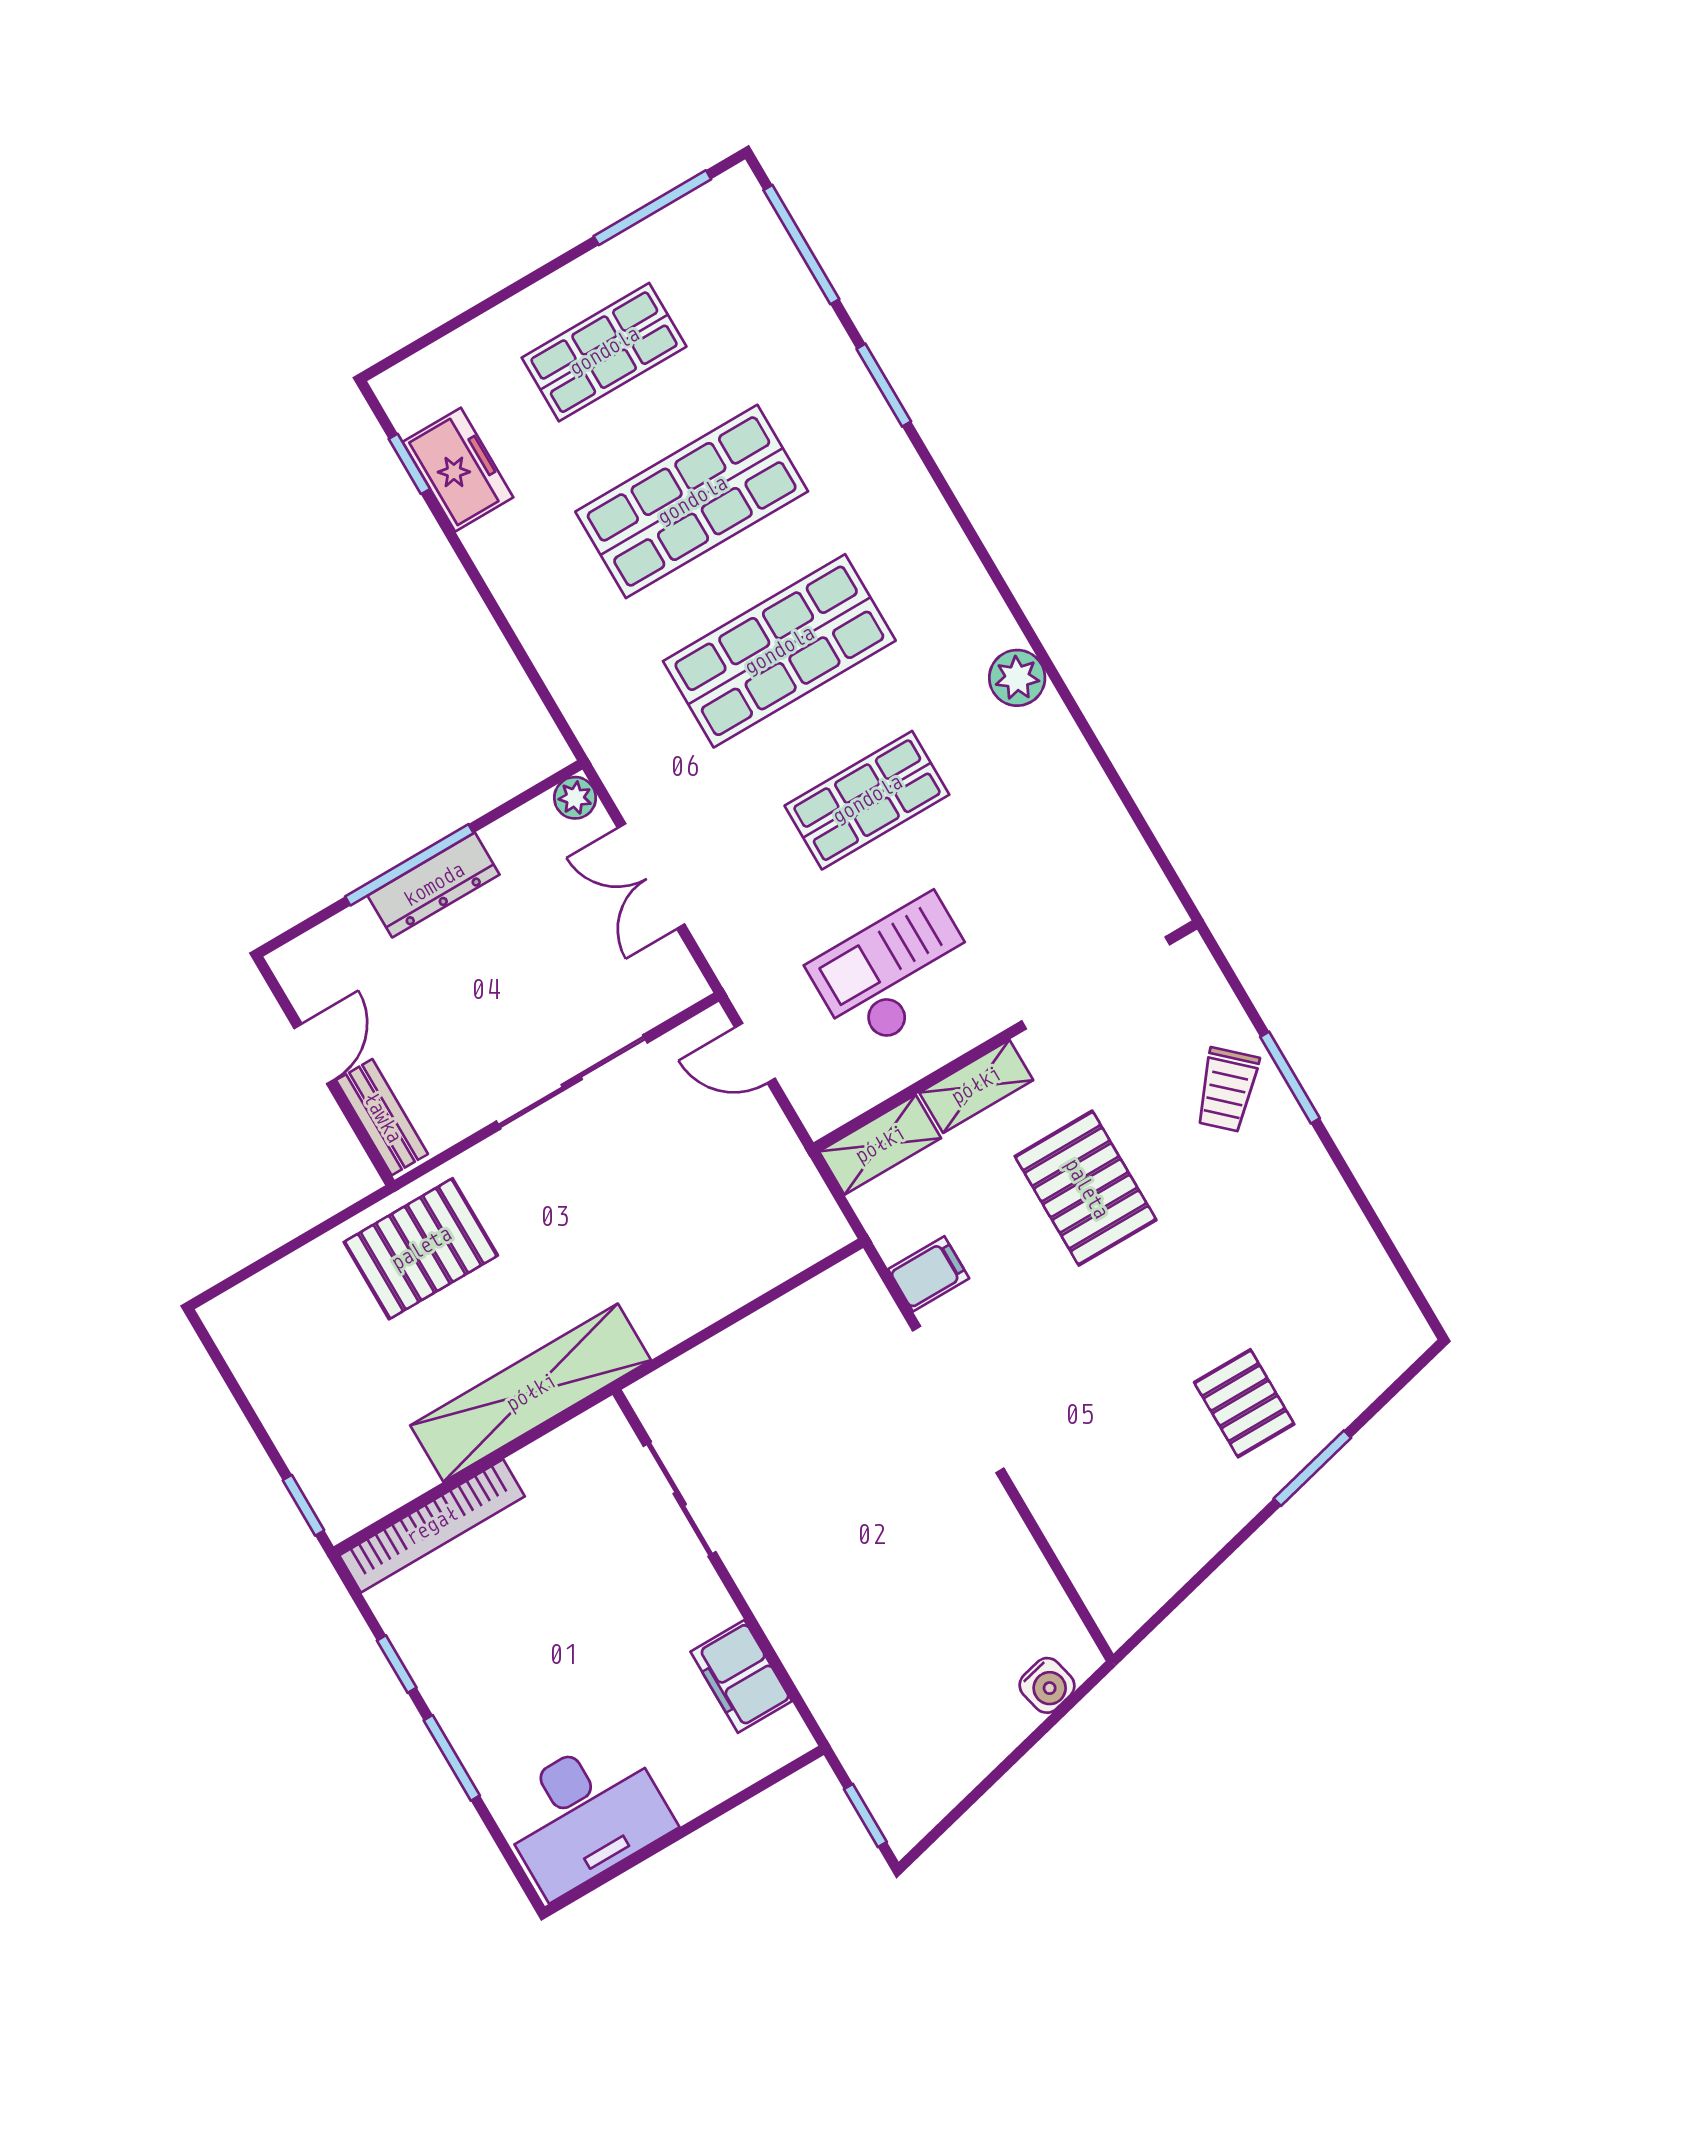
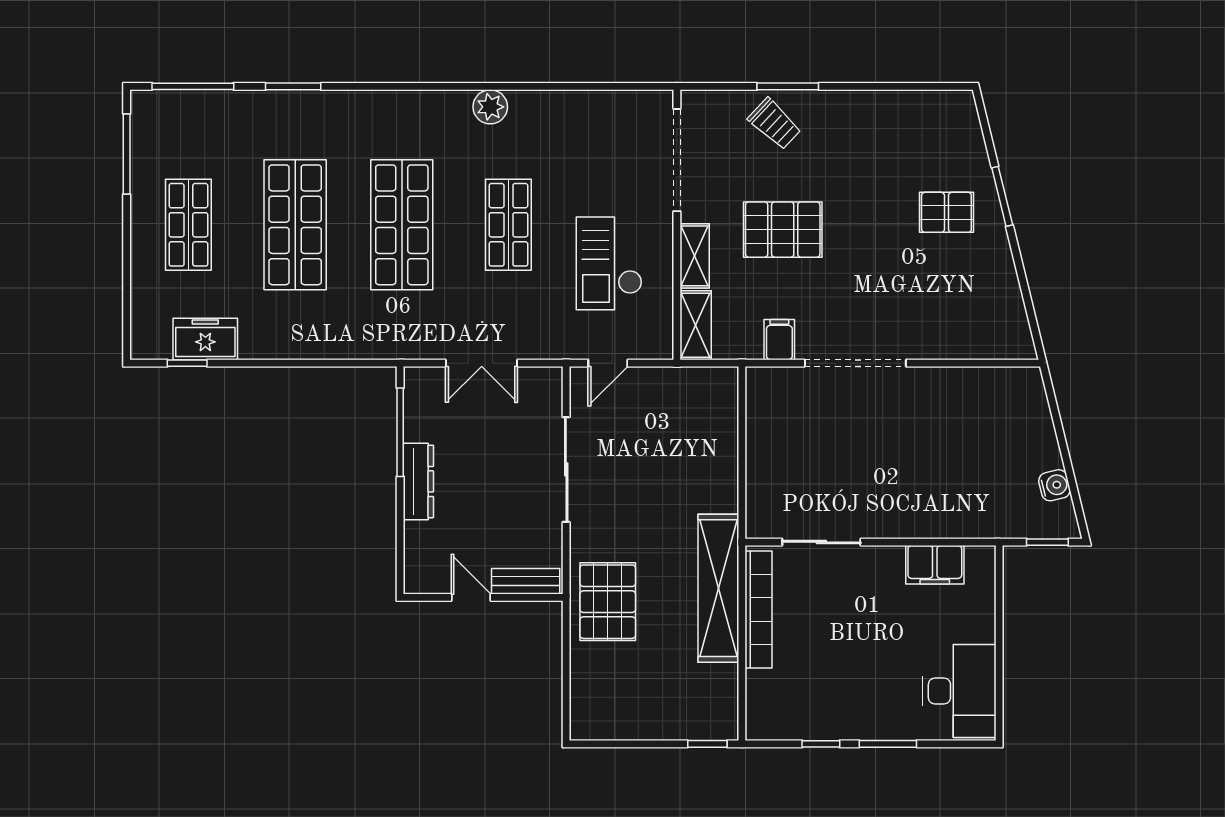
plant: (575, 798) -> (416, 379), removed
window: (409, 865) -> (400, 432), moved
bookcase: (432, 1526) -> (758, 609), moved
water cooler: (1047, 1685) -> (1054, 485), moved

